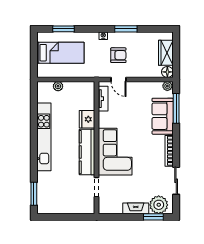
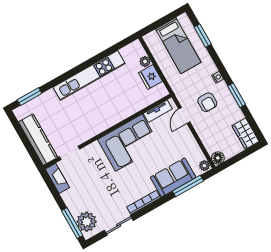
wardrobe: (166, 53) -> (245, 134), moved, turned -90
fridge: (87, 119) -> (150, 77), moved, turned -90
kitchen counter: (87, 152) -> (38, 140), moved, turned 90
corner sofa: (115, 152) -> (129, 143), moved
fireplace: (136, 208) -> (57, 178), moved
window: (153, 217) -> (72, 223), width x1.44

